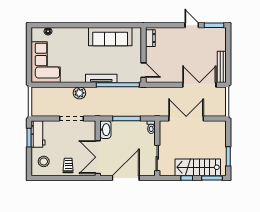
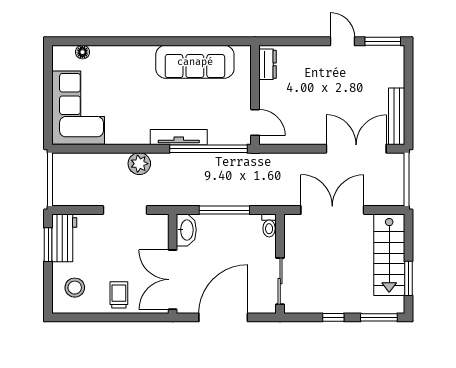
stairs: (198, 167) -> (389, 255), moved, turned -90

